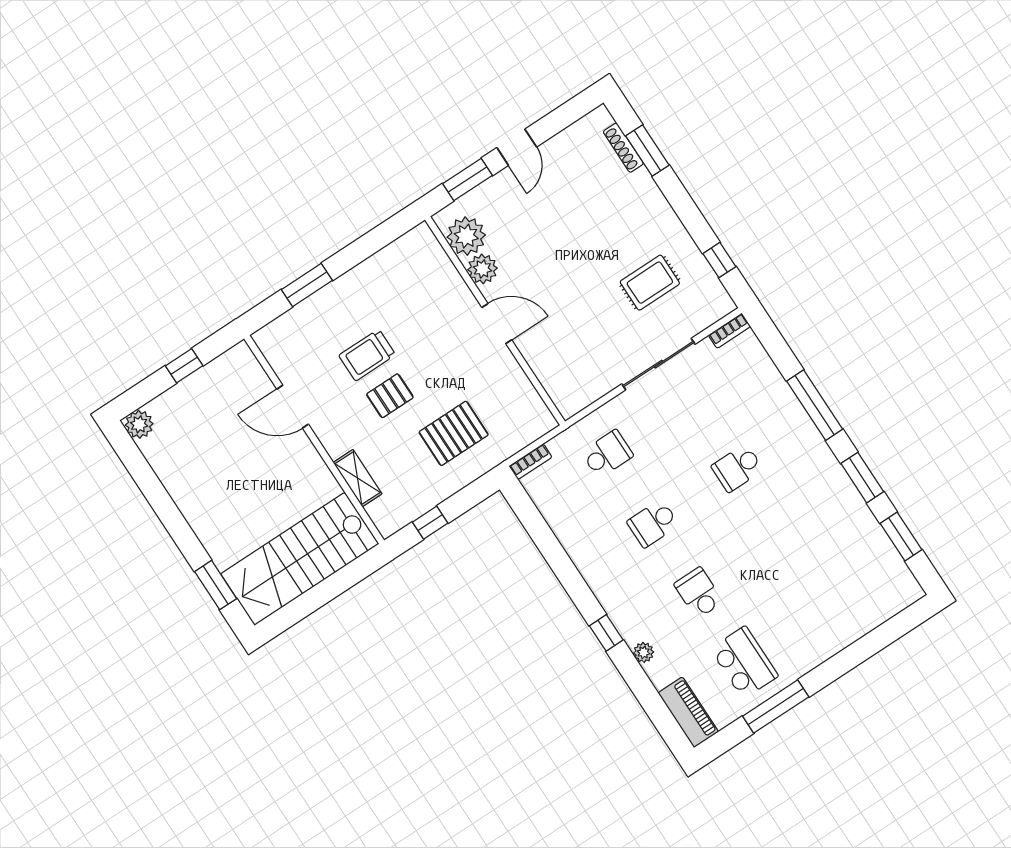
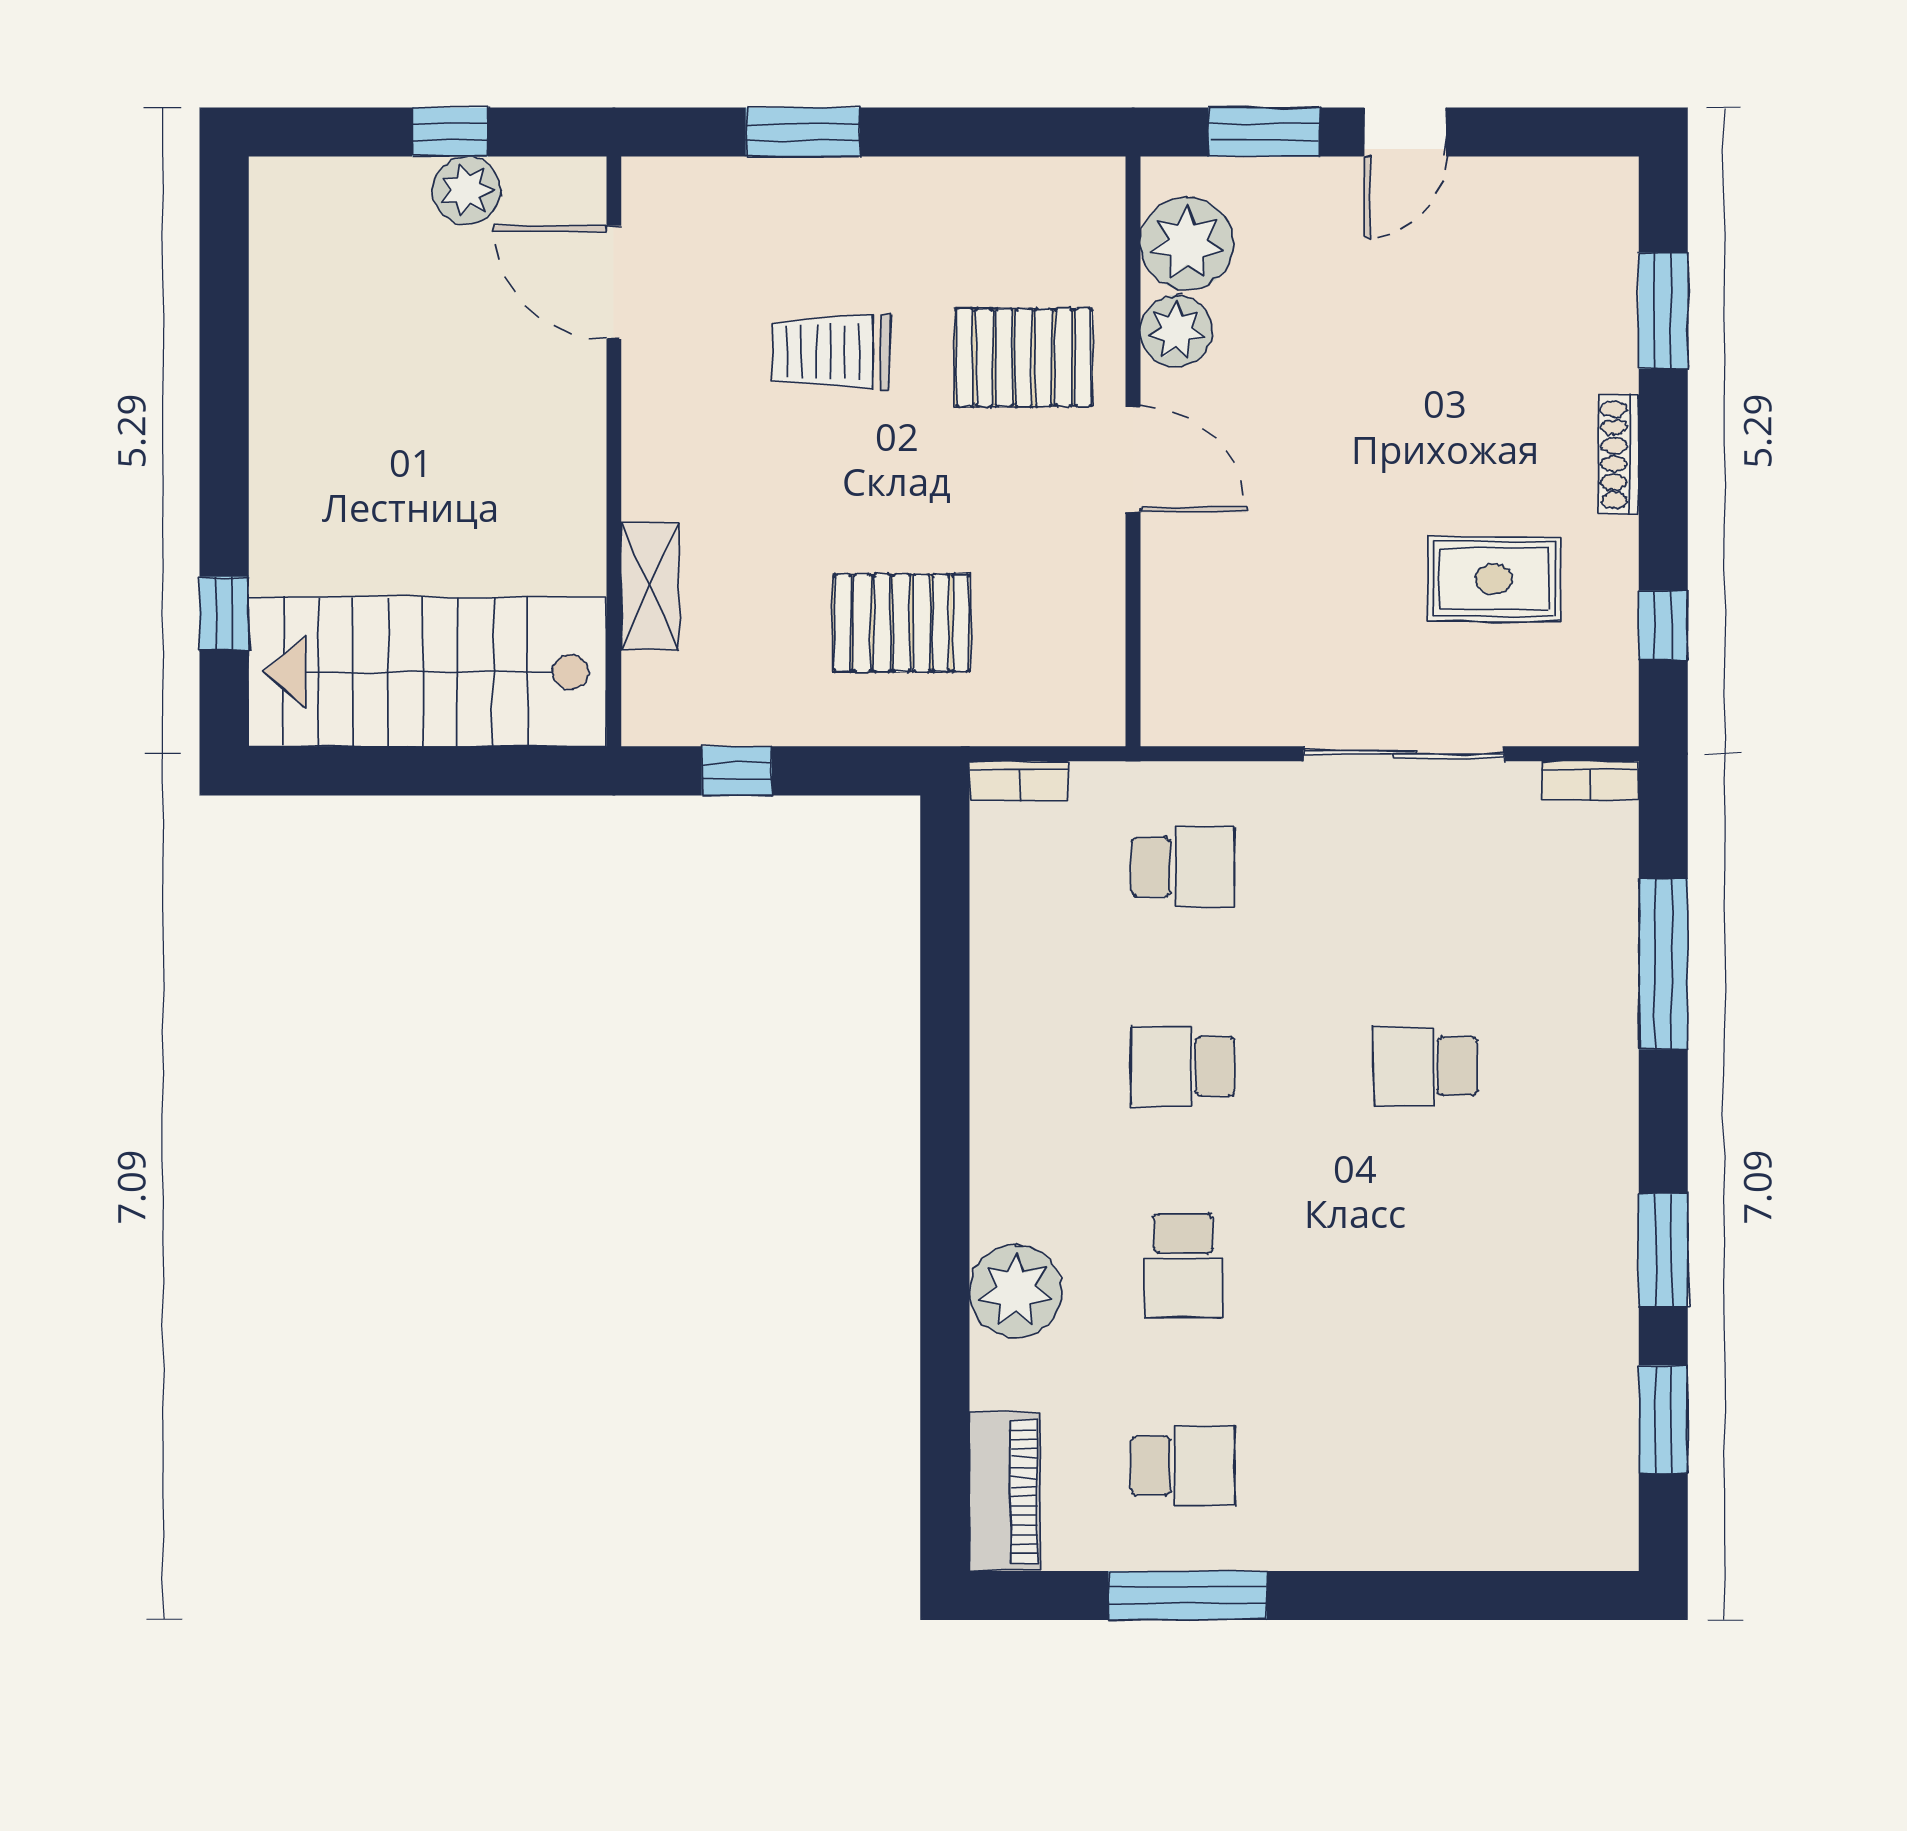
shoe rack: (623, 148) -> (1619, 455), moved
pallet: (390, 396) -> (1024, 357), moved, width x1.50, depth x1.42
window: (815, 405) -> (1663, 964), moved
door: (293, 407) -> (614, 282), moved
plant: (139, 424) -> (466, 190), moved
window: (216, 585) -> (224, 613), width x0.67
school desk: (699, 593) -> (1183, 1266), turned 180
window: (606, 633) -> (945, 1224), removed
plant: (644, 652) -> (1016, 1291), width x1.88, depth x1.88
school desk: (744, 662) -> (1183, 1465), width x0.54

